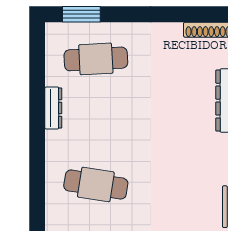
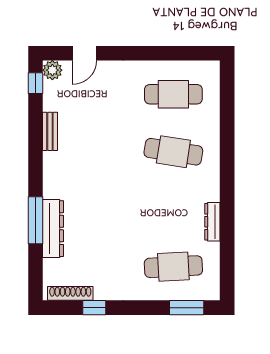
window: (182, 14) -> (94, 308), added

